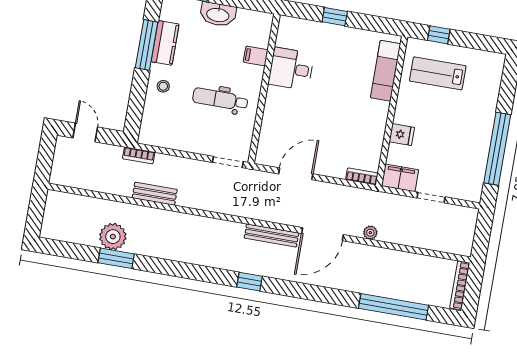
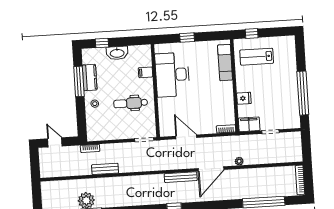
desk: (291, 69) -> (172, 75), width x1.87, depth x1.30
door: (296, 174) -> (186, 137), hinge flipped

